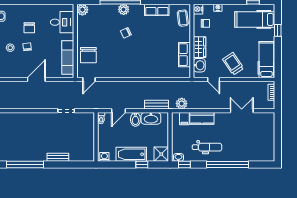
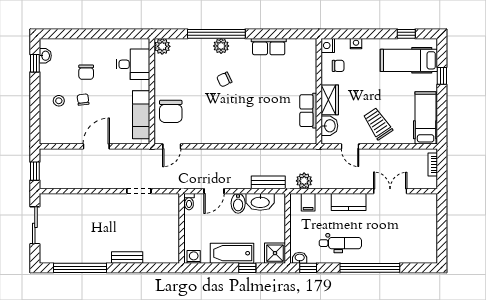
coffee table: (183, 18) -> (306, 58), removed
kitchen counter: (202, 118) -> (349, 202), moved

